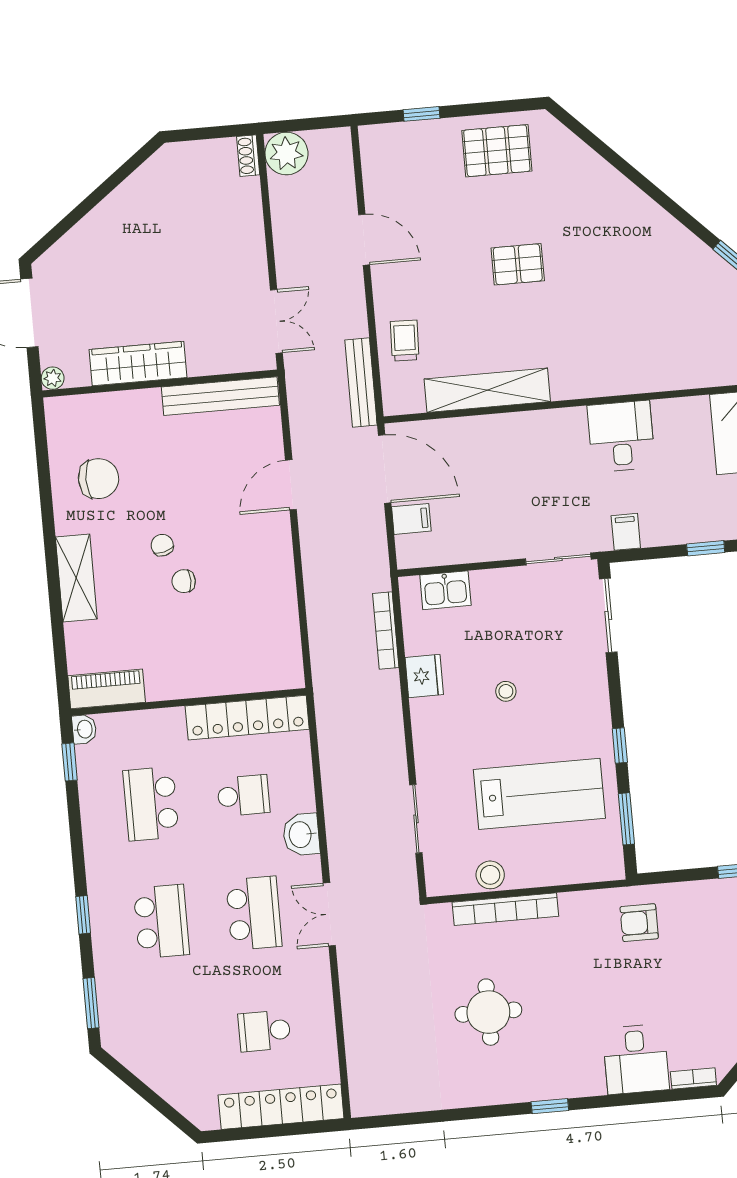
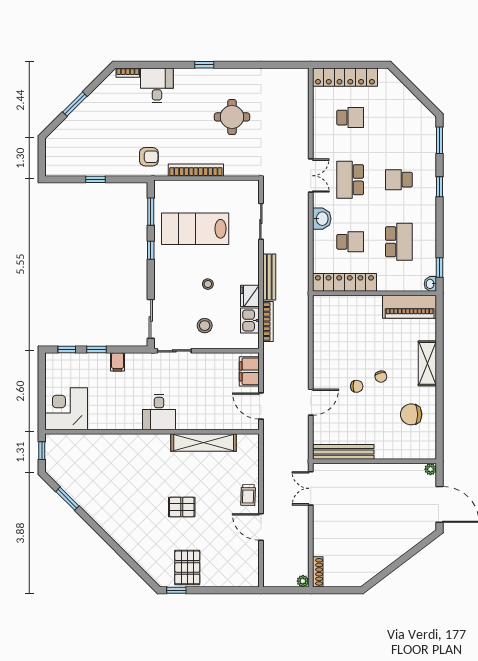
window: (422, 114) -> (176, 590), moved
pallet: (497, 151) -> (187, 567), turned 90
plant: (286, 153) -> (303, 581), width x0.53, depth x0.53
shoe rack: (248, 156) -> (318, 572), width x1.43
trolley: (405, 341) -> (248, 495), moved
wardrobe: (138, 363) -> (385, 473), removed
bench: (361, 383) -> (269, 277), moved
desk: (621, 436) -> (159, 412), moved
door: (385, 469) -> (261, 406), width x0.73
filing cabinet: (411, 519) -> (249, 371), width x2.00
filing cabinet: (626, 532) -> (118, 362), moved
chair: (184, 581) -> (357, 386), moved
kitchen sink: (445, 590) -> (250, 320), moved, turned -90
piano: (107, 689) -> (410, 307), width x1.37, depth x1.33
school desk: (243, 795) -> (350, 242), turned 180
stool: (490, 875) -> (205, 326), moved
bookcase: (505, 909) -> (196, 170), moved
school desk: (161, 921) -> (399, 180), width x0.54

